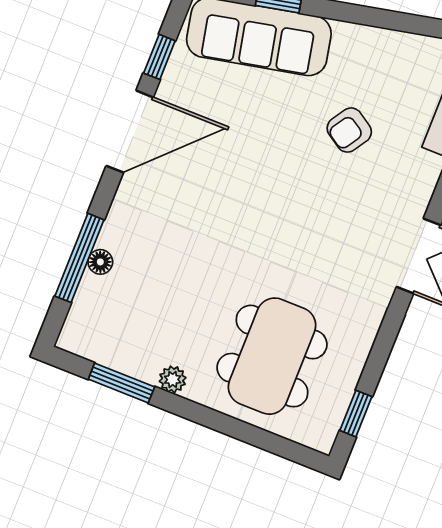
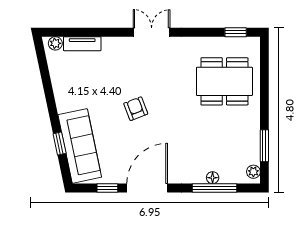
armchair: (349, 130) -> (136, 109), moved, turned -144
door: (130, 132) -> (147, 188), hinge flipped
plant: (173, 379) -> (253, 172), moved

